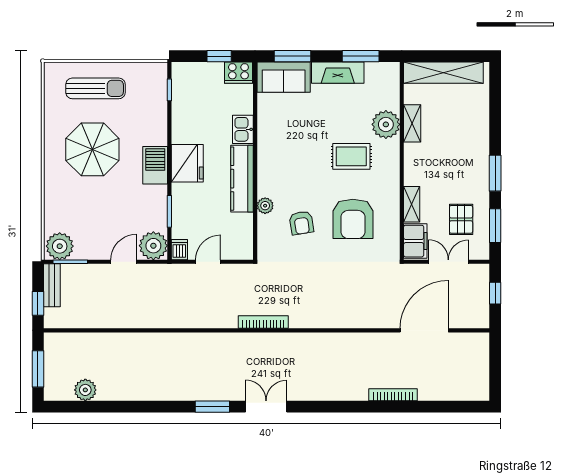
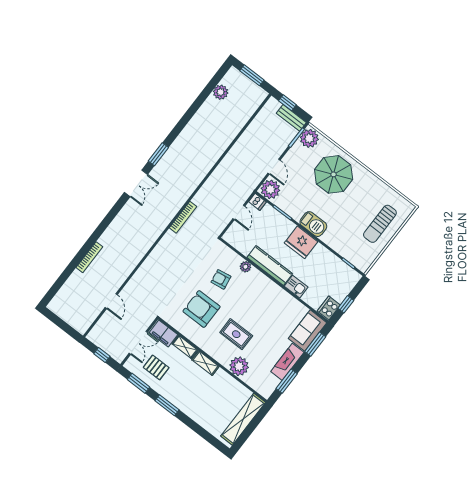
shelving: (412, 123) -> (205, 363), moved
parasol: (92, 149) -> (334, 174), moved
rug: (351, 156) -> (236, 334), turned 90
door: (424, 330) -> (111, 301), width x0.53

